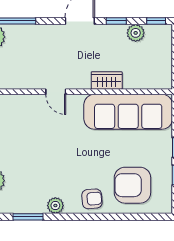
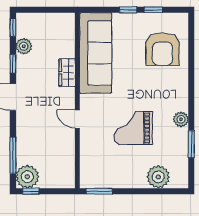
door: (56, 92) -> (77, 119), swing flipped
grand piano: (46, 153) -> (133, 128), added
armchair: (92, 199) -> (175, 86), removed

